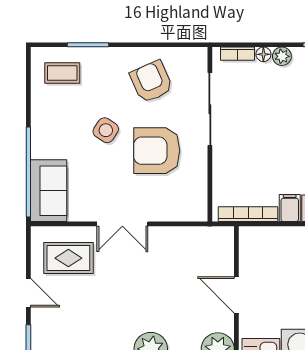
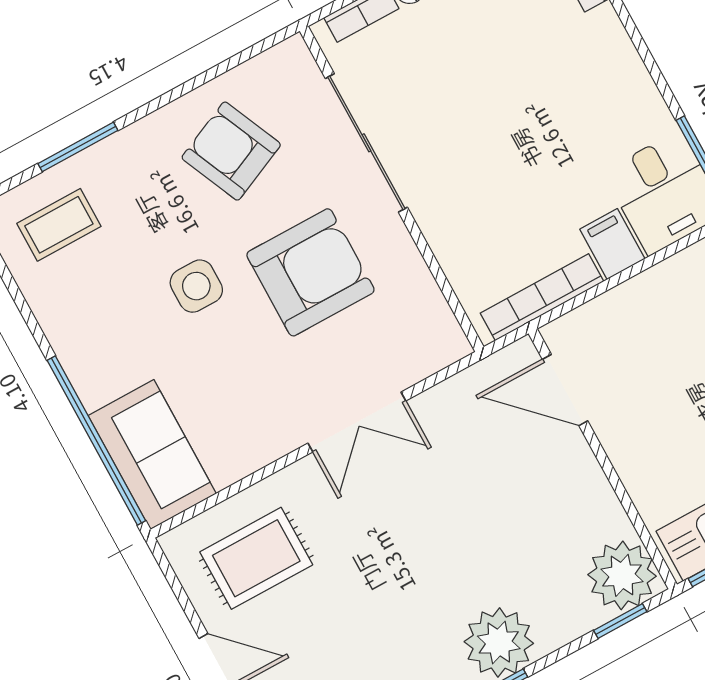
side table: (106, 130) -> (196, 286), turned -33
armchair: (157, 151) -> (310, 272), turned 180
double door: (122, 224) -> (357, 422), moved
door: (236, 295) -> (565, 390), moved

